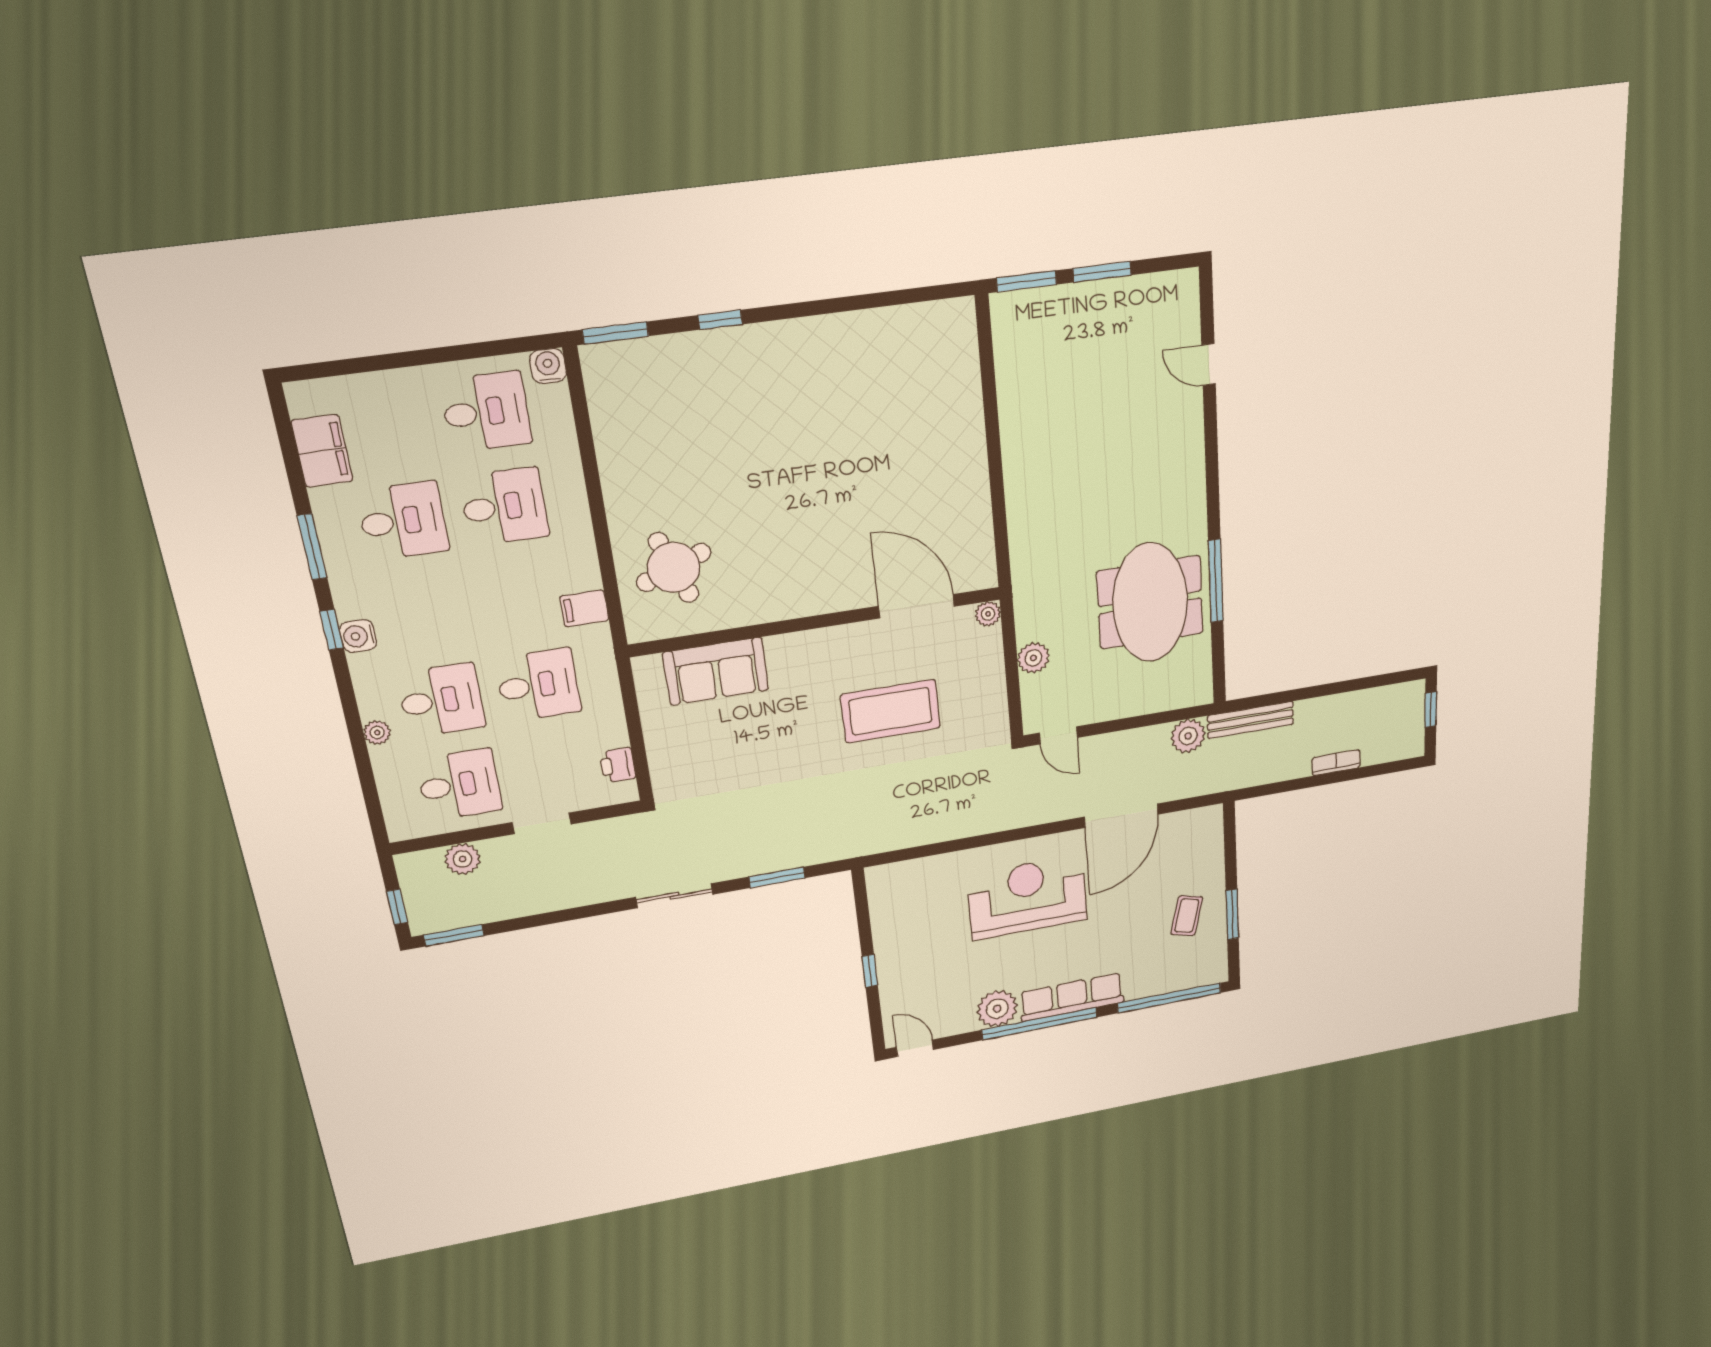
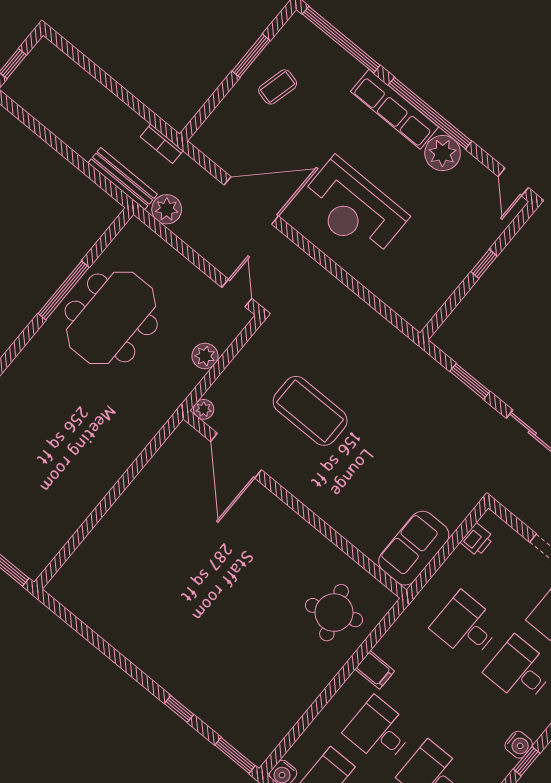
filing cabinet: (584, 608) -> (375, 670), moved
sofa: (716, 671) -> (414, 548), moved, turned -90
bookcase: (1336, 763) -> (162, 144), moved

